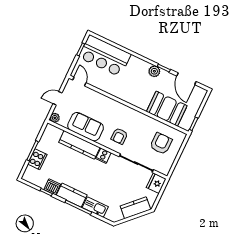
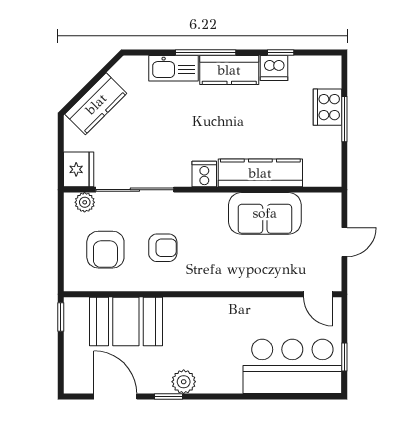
plant: (55, 118) -> (85, 202), moved
armchair: (119, 136) -> (163, 248), moved, turned 90

